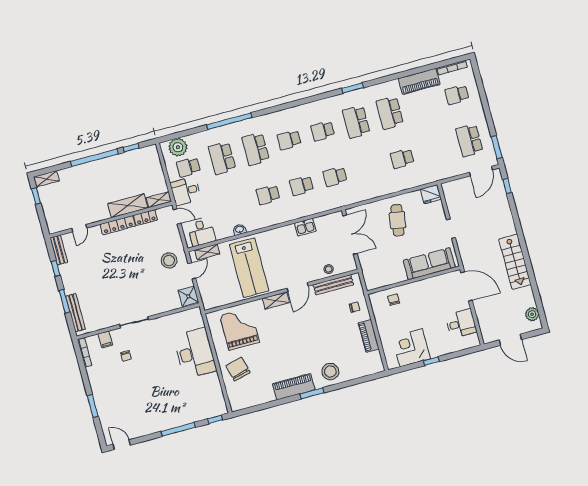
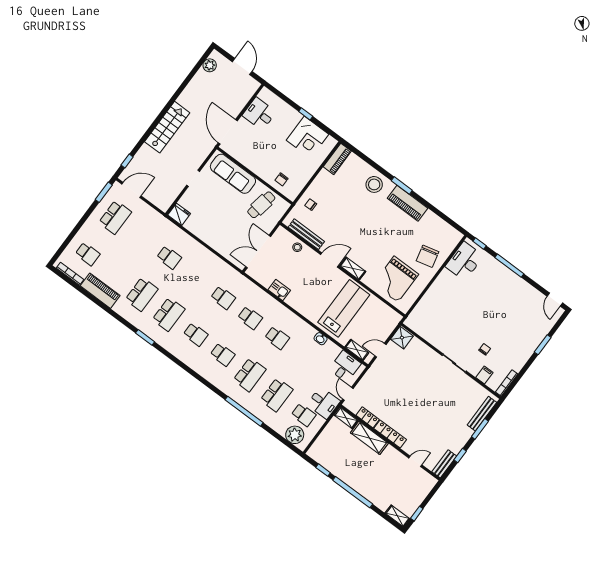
cafe table: (398, 220) -> (261, 205), moved
stool: (169, 260) -> (386, 374), removed
stairs: (515, 262) -> (167, 127), moved
piano: (369, 336) -> (337, 159), moved
desk: (195, 353) -> (464, 261), moved, width x0.73, depth x0.77

